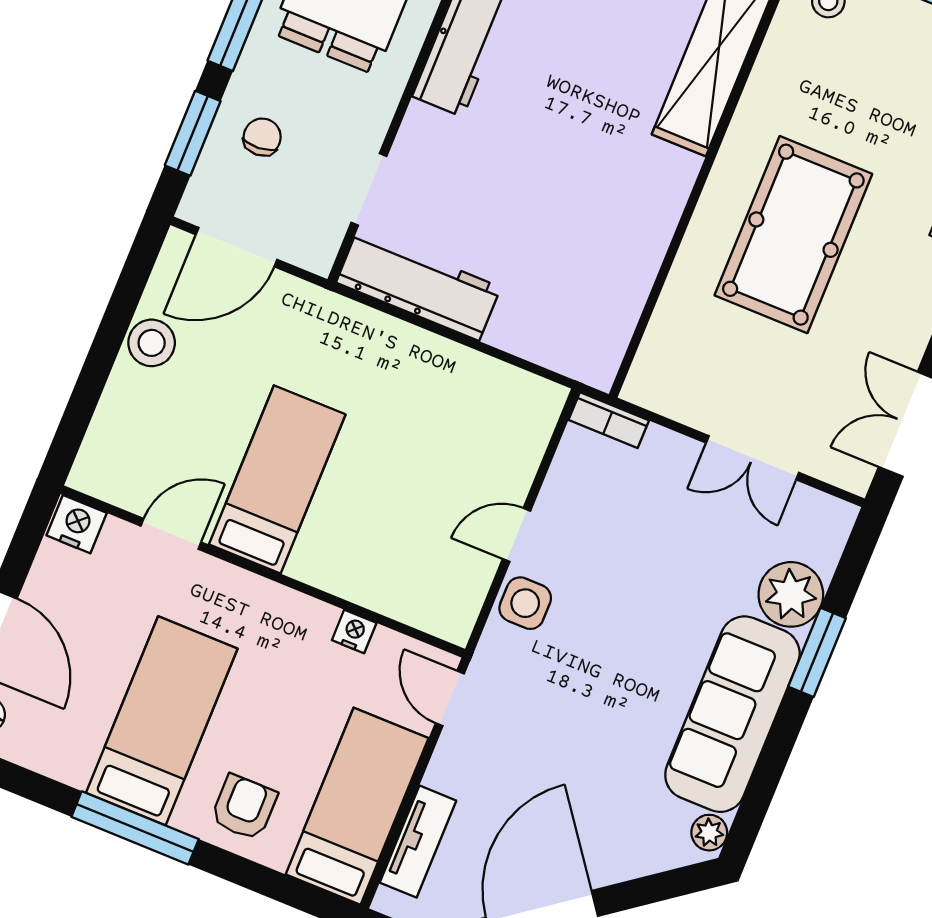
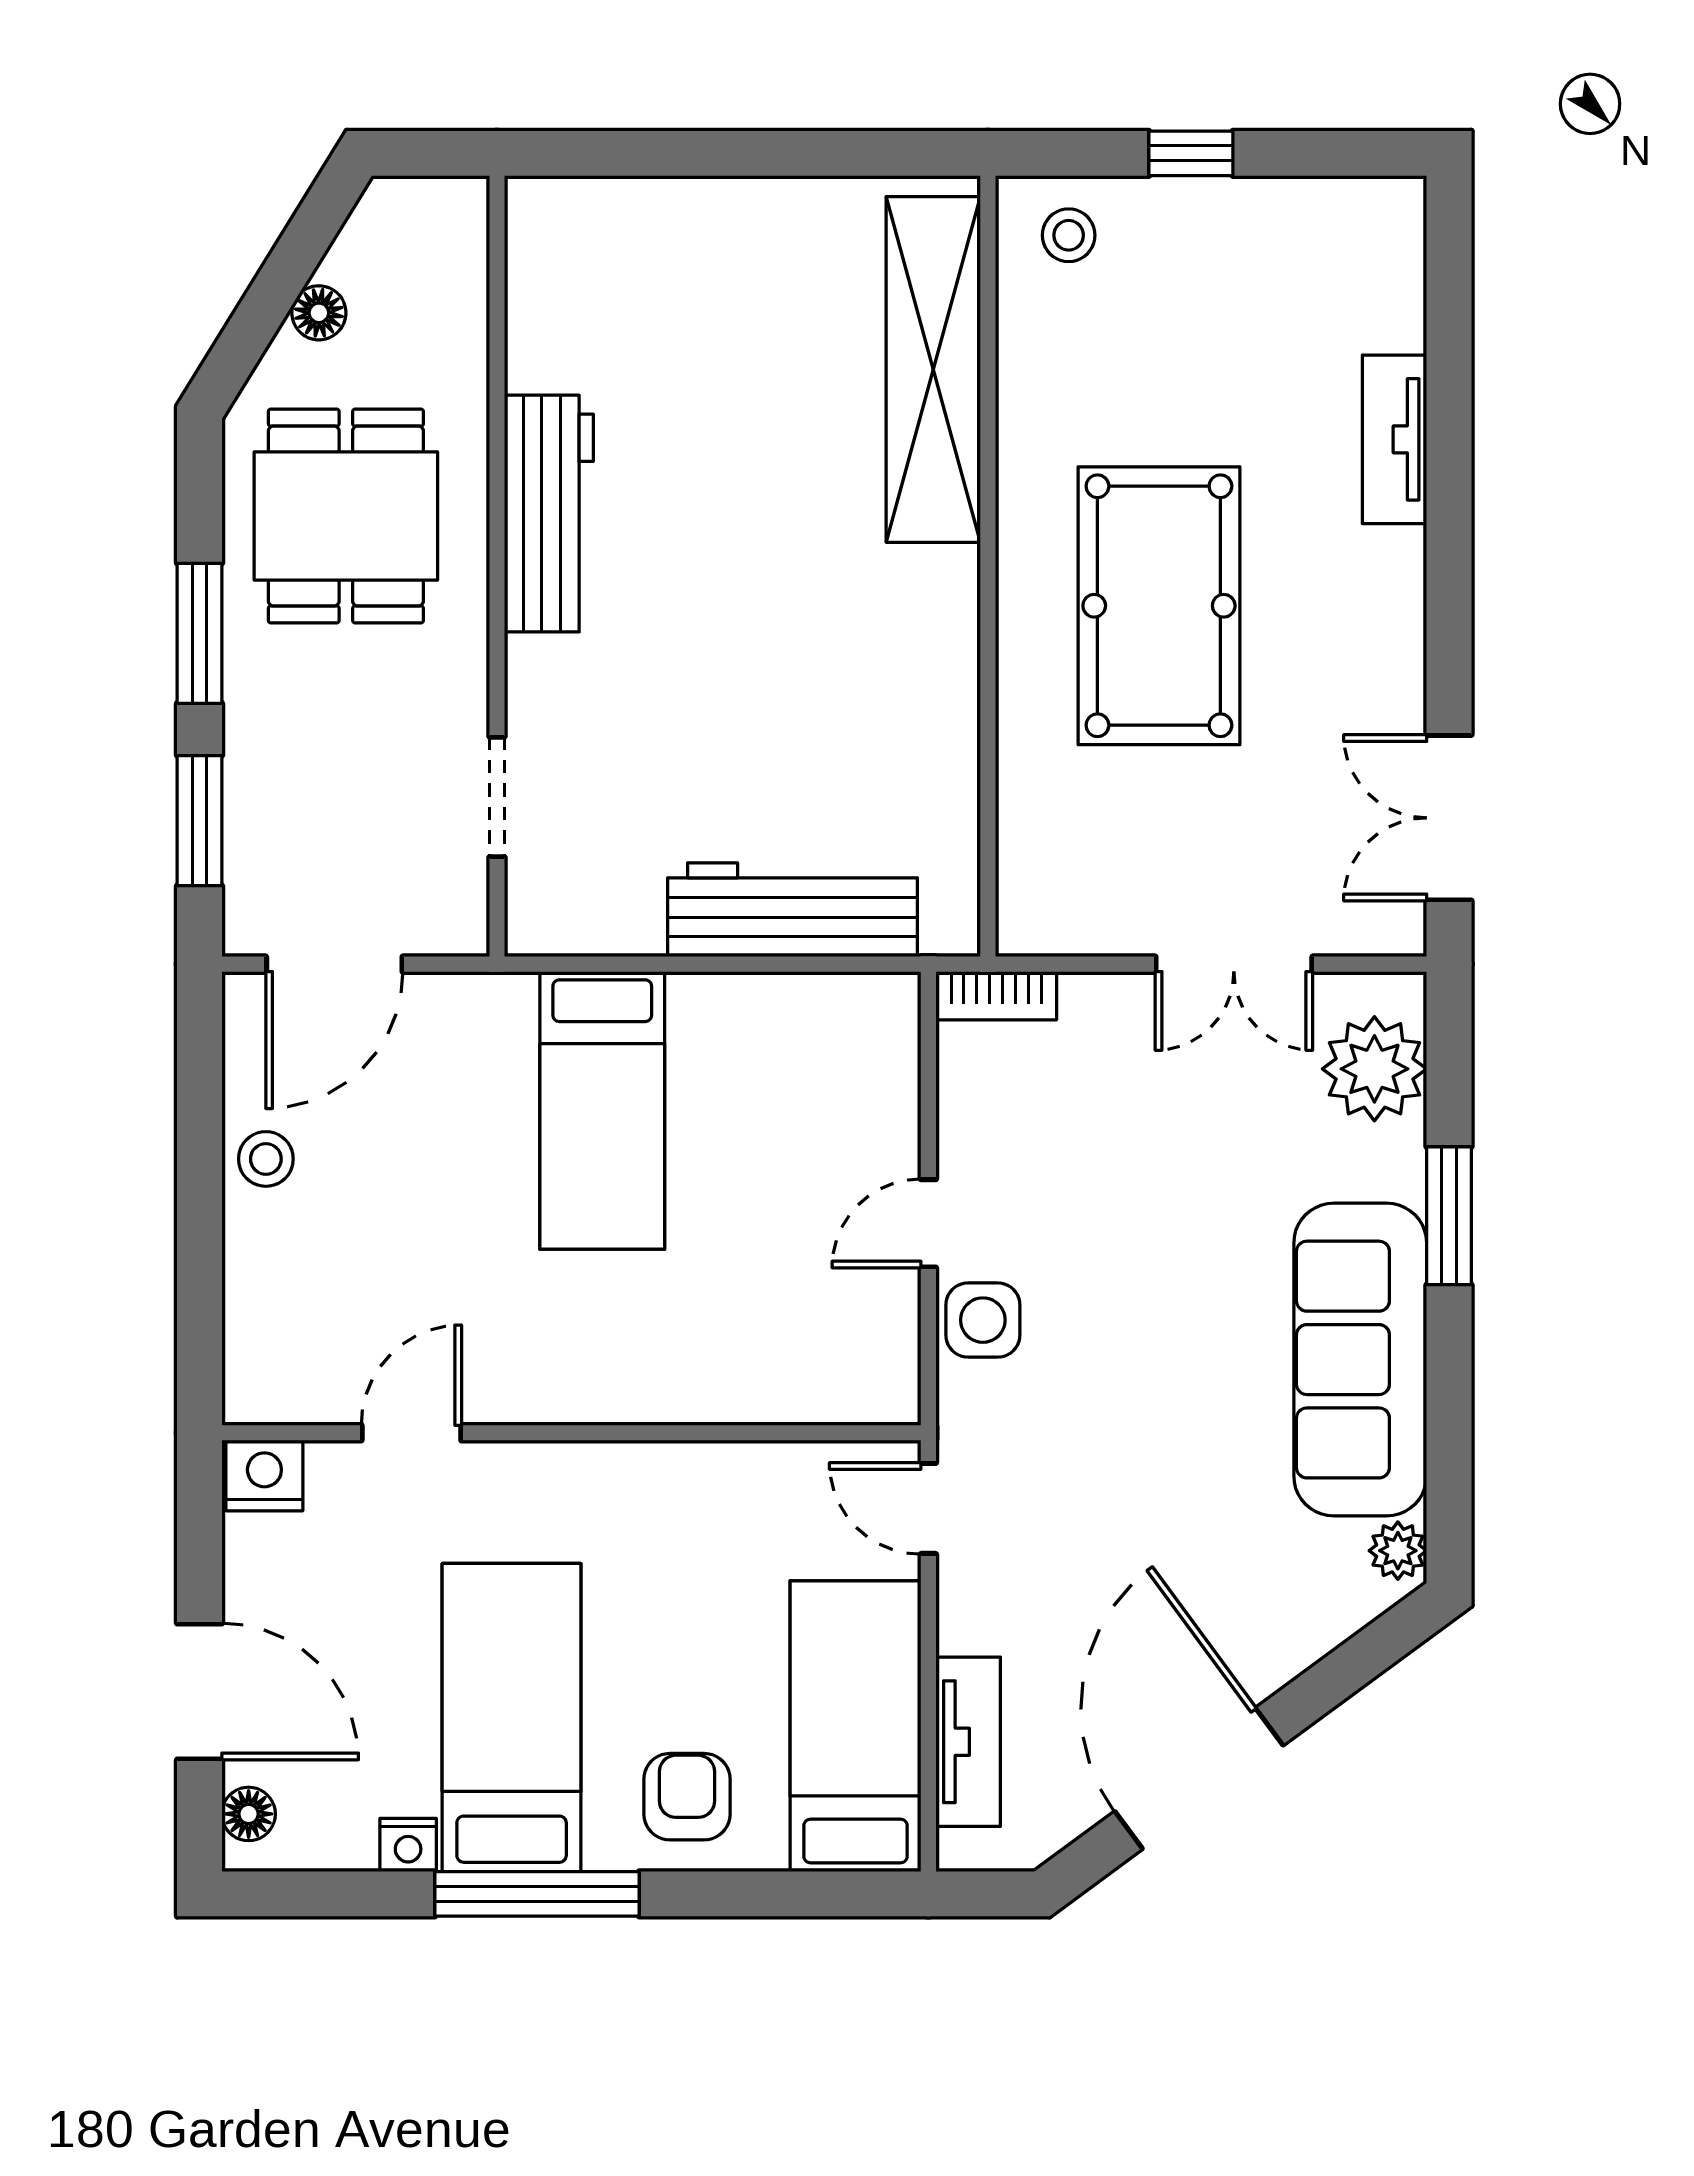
chair: (262, 137) -> (306, 784), removed
workbench: (418, 285) -> (793, 910), moved
stool: (152, 343) -> (266, 1159), width x0.73, depth x0.73
bed: (277, 479) -> (602, 1110), moved, turned 180
plant: (791, 594) -> (1374, 1069), moved
nightstand: (354, 632) -> (408, 1845), moved, turned 180

